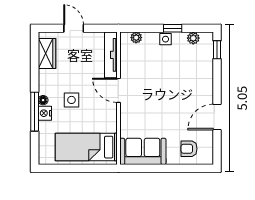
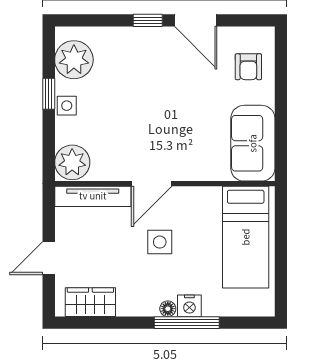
plant: (136, 38) -> (72, 162), width x1.88, depth x1.88
plant: (193, 38) -> (74, 60), width x1.87, depth x1.87
window: (217, 50) -> (148, 20), moved
side table: (71, 100) -> (160, 242), moved

